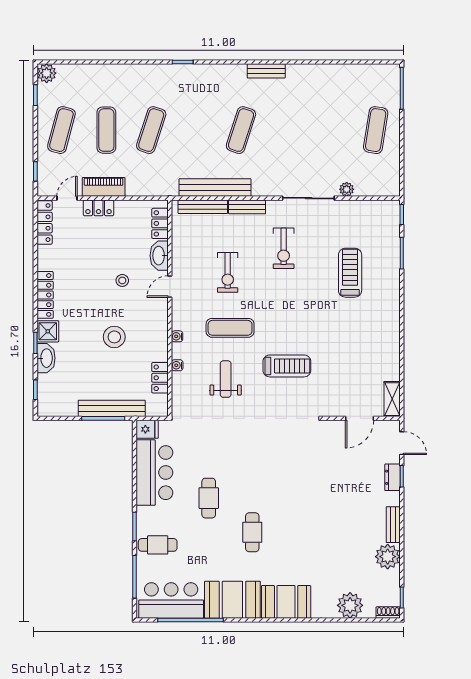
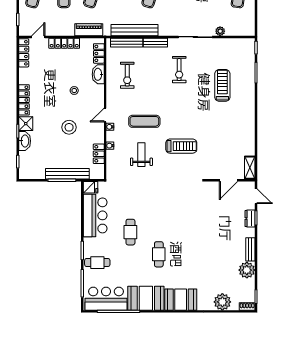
piano: (104, 187) -> (89, 30), moved
locker: (98, 208) -> (64, 43), width x1.53
exercise bike: (228, 272) -> (127, 75), moved
door: (170, 287) -> (105, 115), moved

